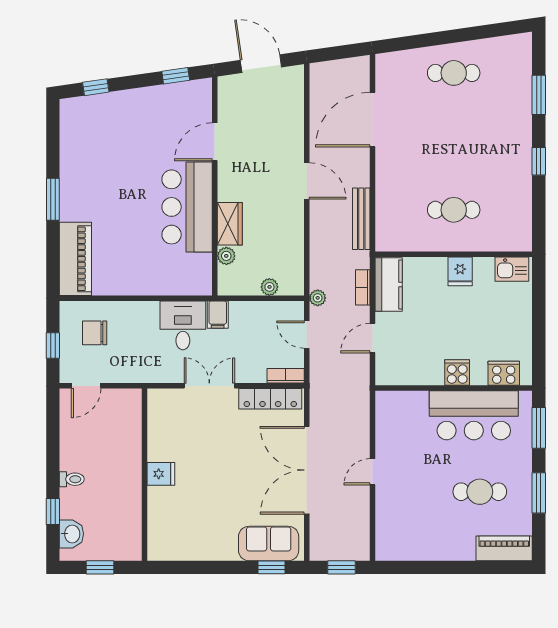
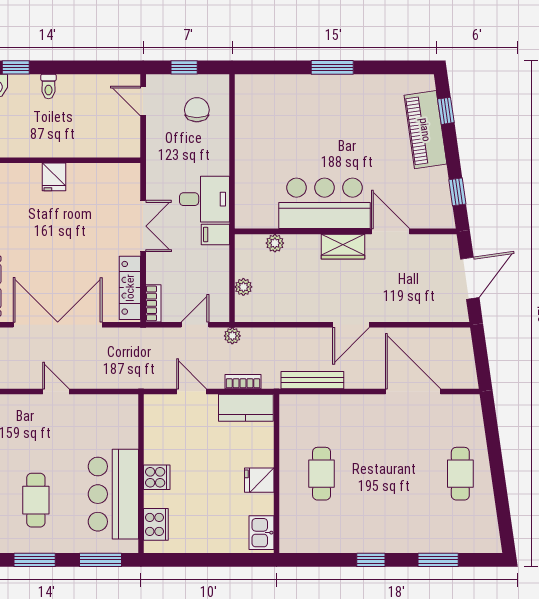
wardrobe: (230, 224) -> (343, 247), moved
piano: (75, 259) -> (425, 130), moved, turned 82

